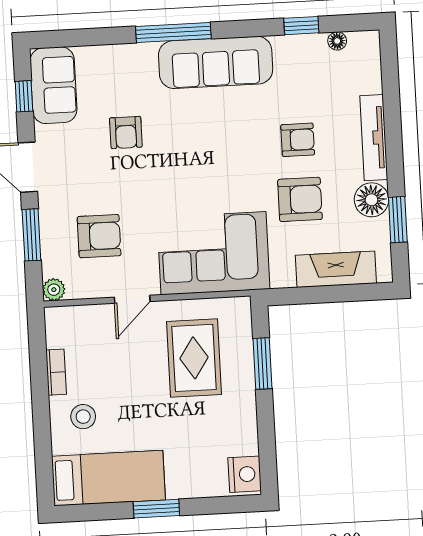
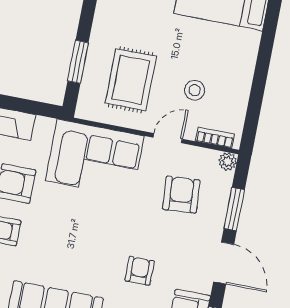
armchair: (99, 236) -> (181, 195), turned 86
bookcase: (56, 372) -> (215, 138), moved, turned 90
stool: (83, 417) -> (195, 90), moved

